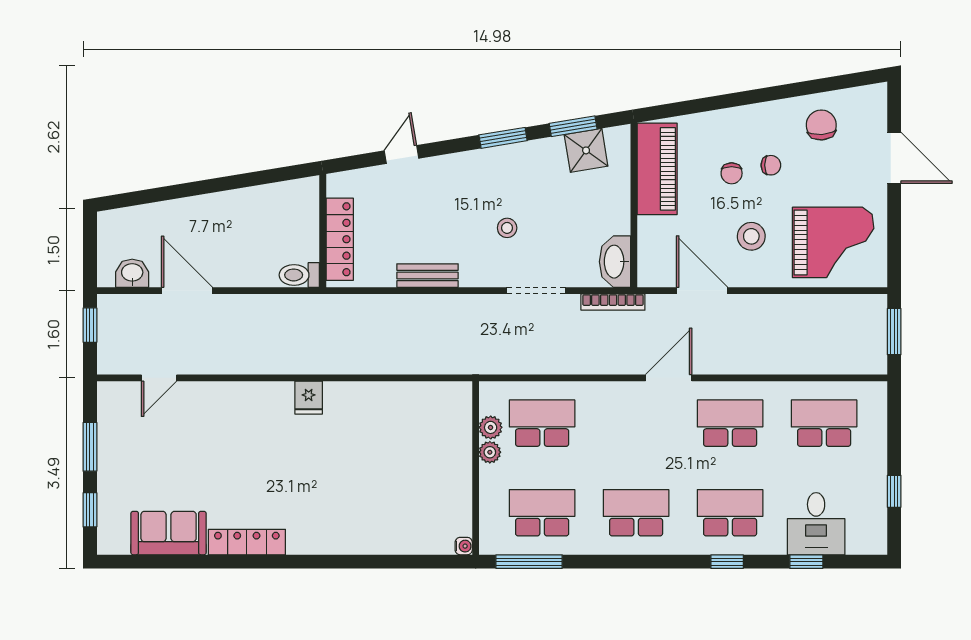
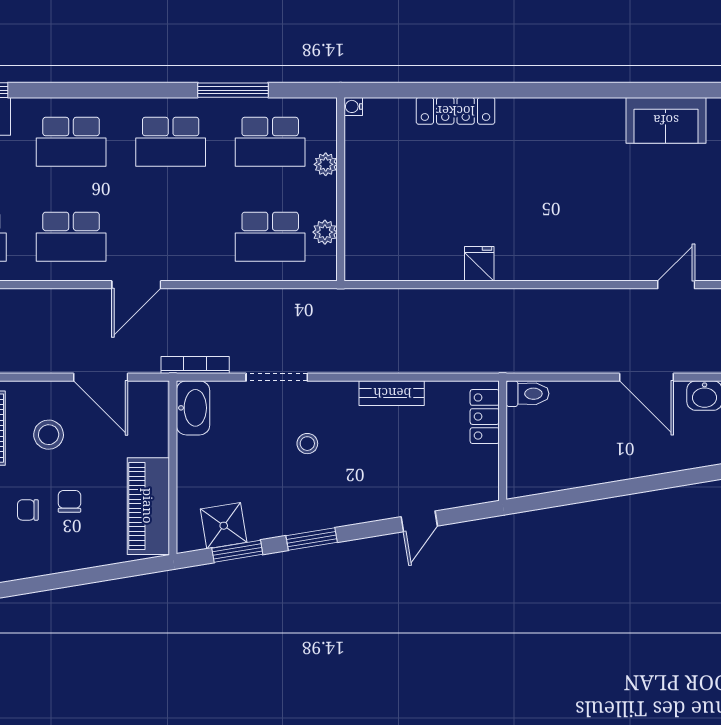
locker: (340, 239) -> (485, 417), width x0.66
fridge: (309, 398) -> (479, 264), moved
plant: (490, 452) -> (326, 164), moved
locker: (247, 542) -> (455, 111), moved
window: (529, 562) -> (233, 90), moved
window: (727, 562) -> (74, 90), removed

